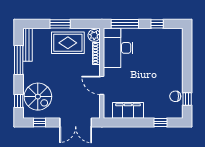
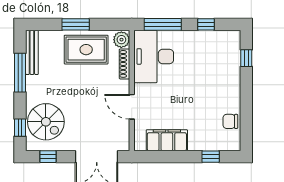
window: (187, 99) -> (246, 58), moved

